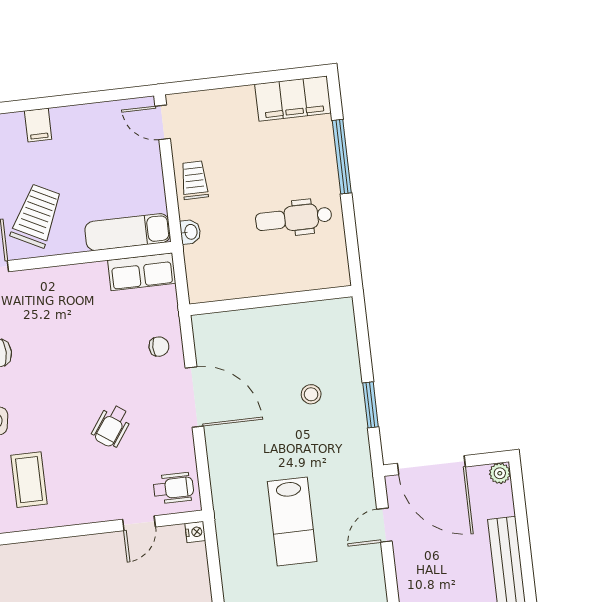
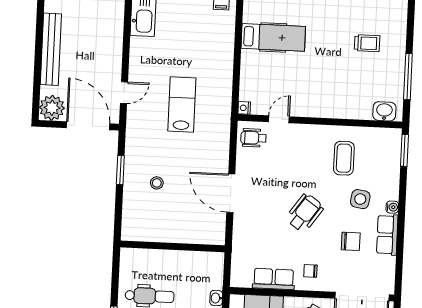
row of seats: (142, 272) -> (274, 279), moved
chair: (159, 347) -> (310, 271), moved
wheelchair: (112, 426) -> (305, 213), moved, width x1.36, depth x1.37
plant: (500, 473) -> (52, 108), width x1.88, depth x1.88

